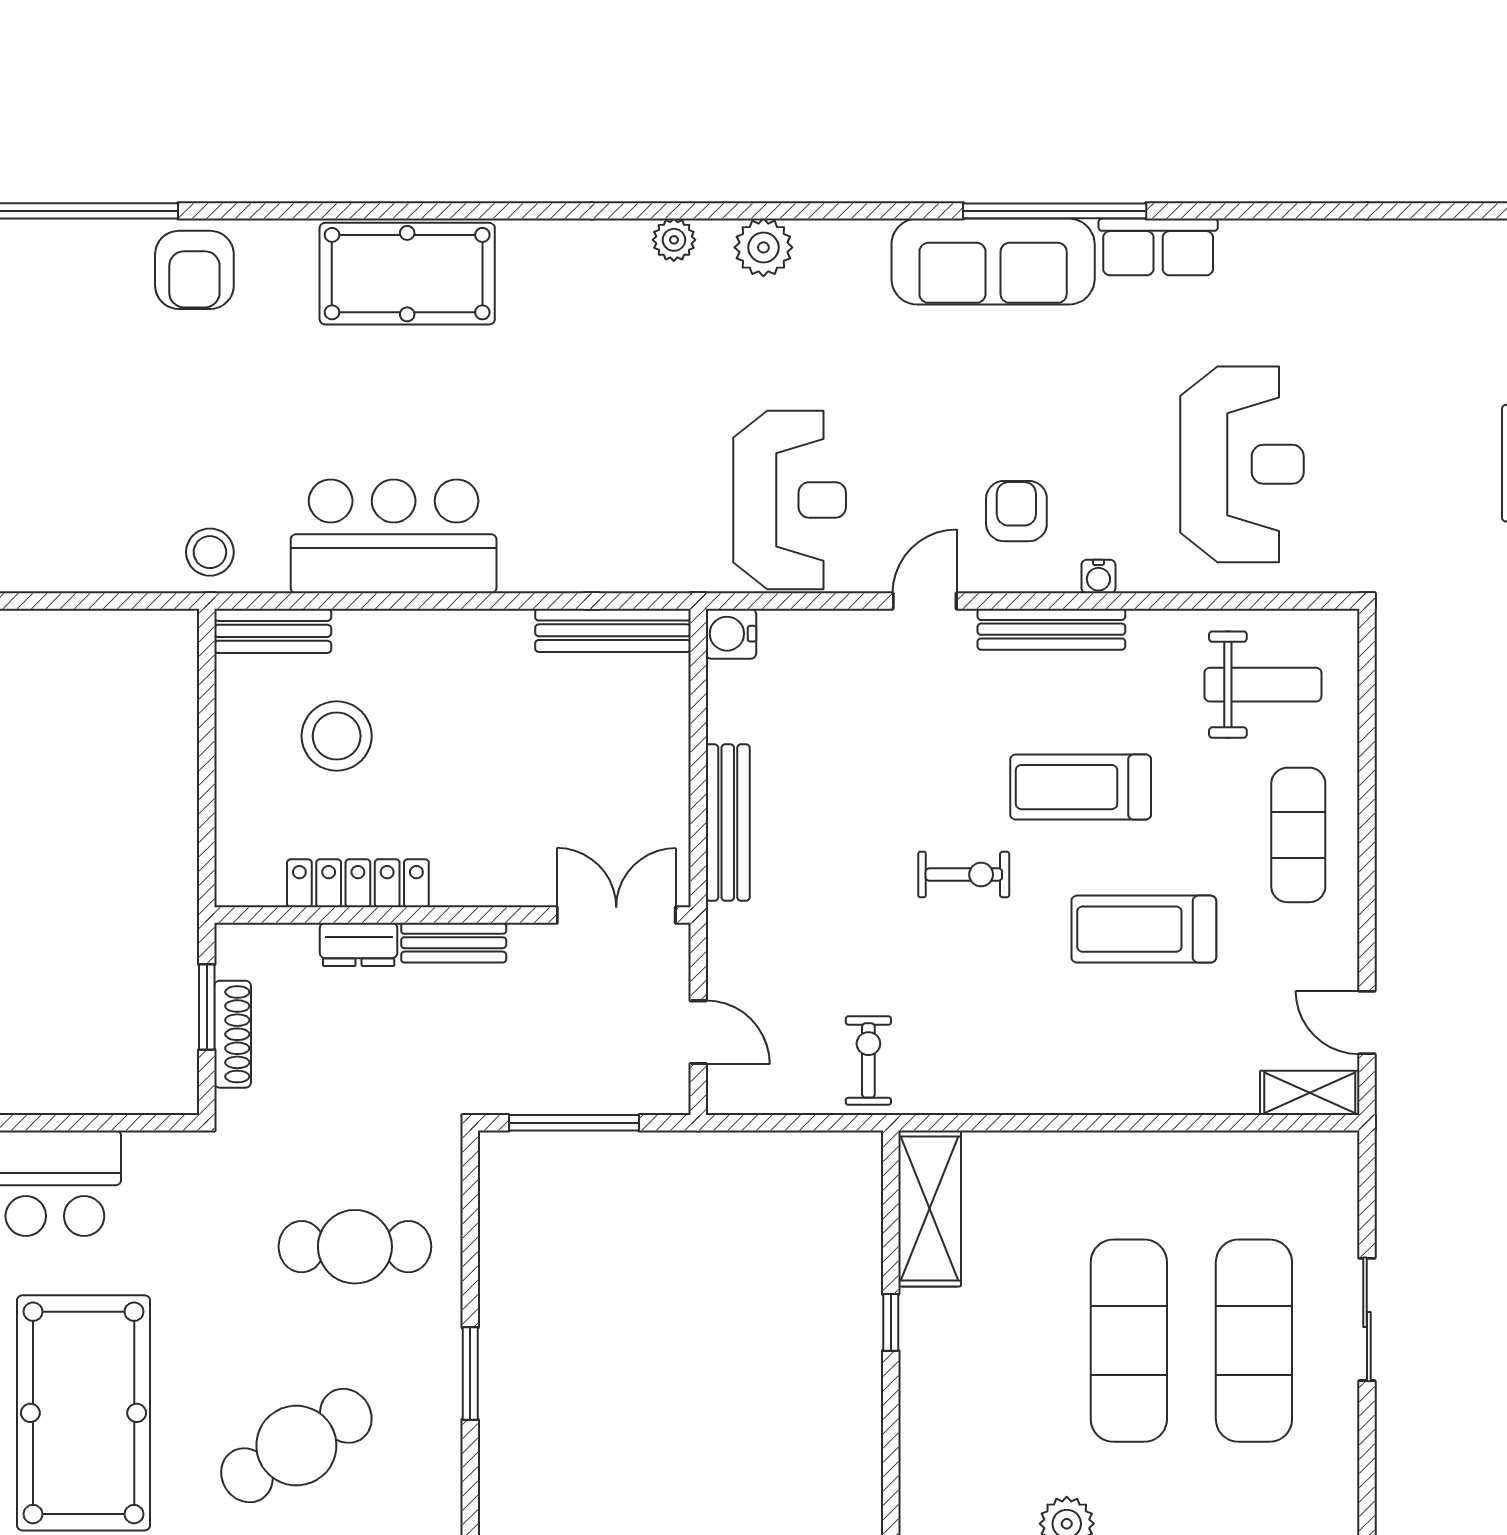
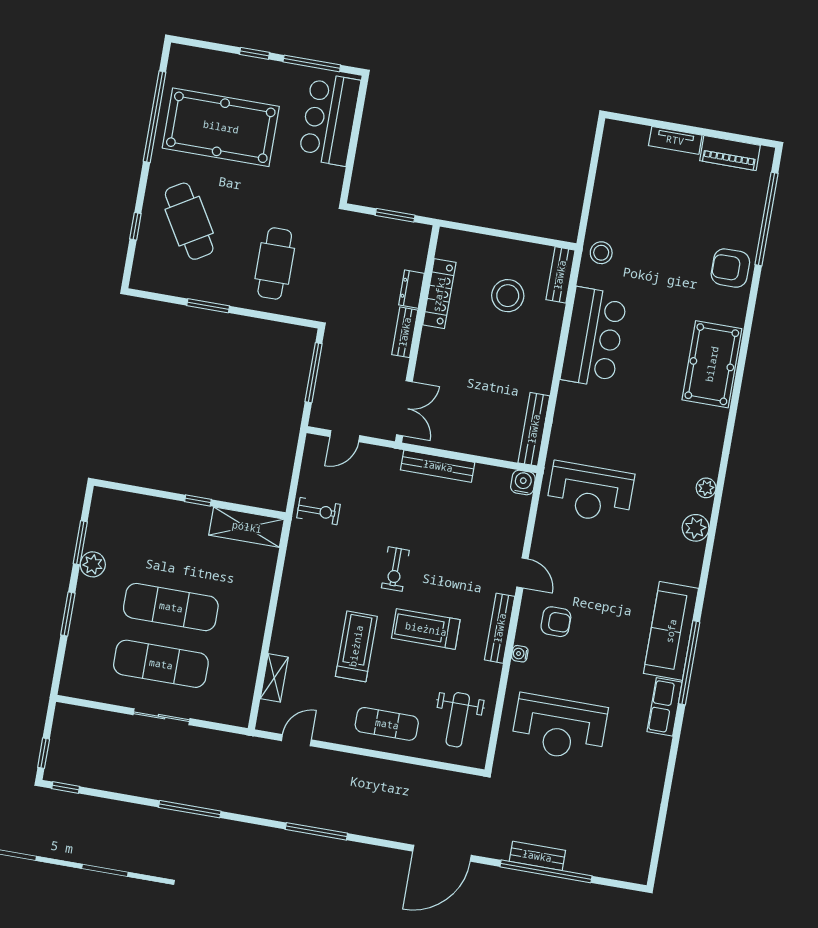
reception desk: (790, 500) -> (590, 493), moved
treadmill: (1081, 787) -> (426, 629), turned -90
shoe rack: (233, 1034) -> (381, 225), removed
shelving: (1310, 1093) -> (274, 678), moved

